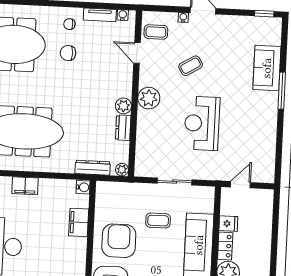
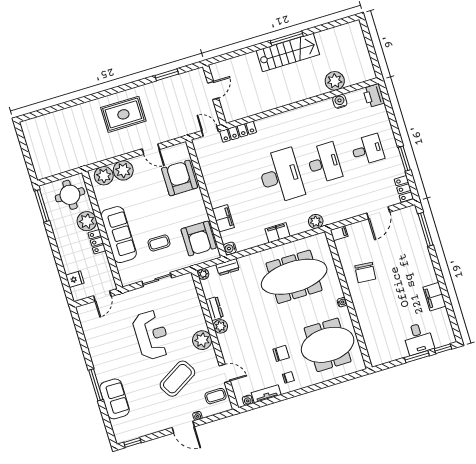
coffee table: (191, 66) -> (177, 379), width x1.86, depth x1.72
dresser: (93, 168) -> (228, 267), width x0.70
fridge: (228, 224) -> (75, 279), moved, turned 180
armchair: (119, 241) -> (199, 239), moved

